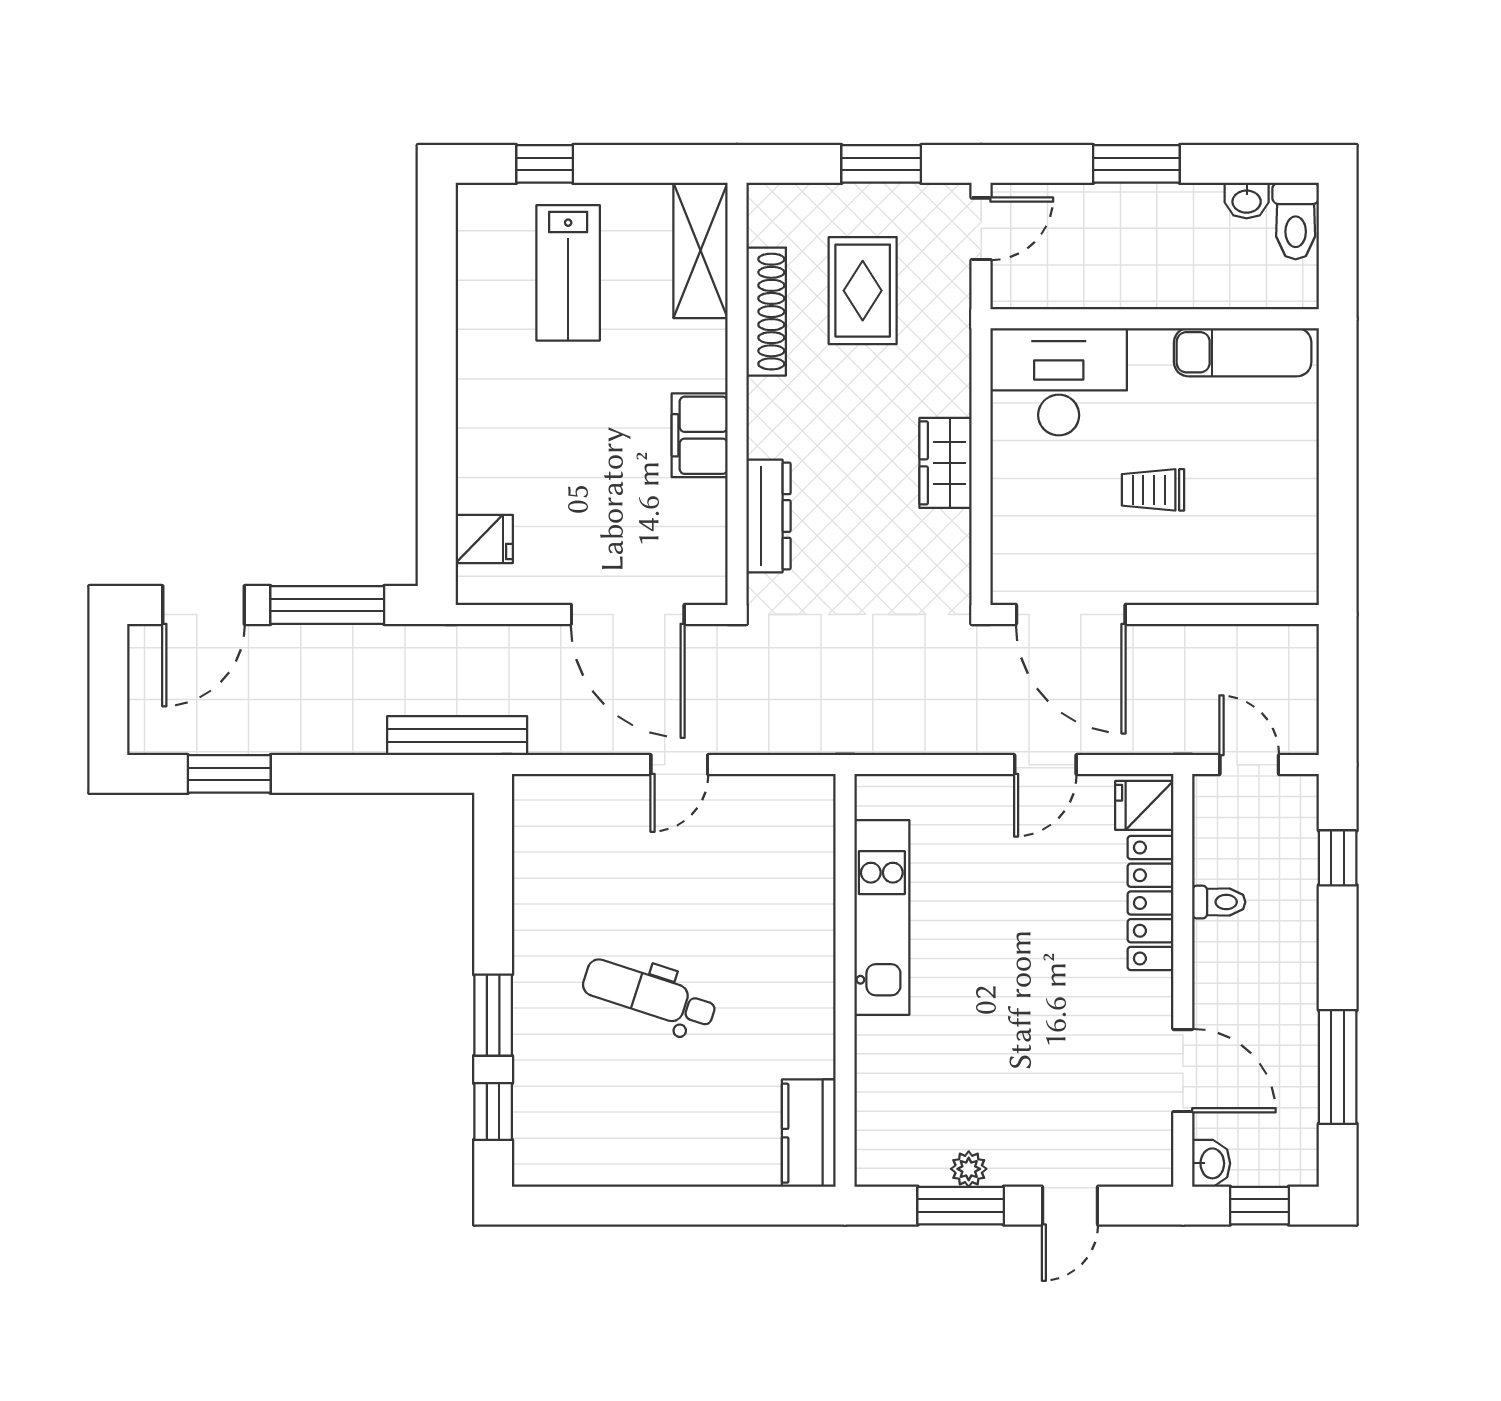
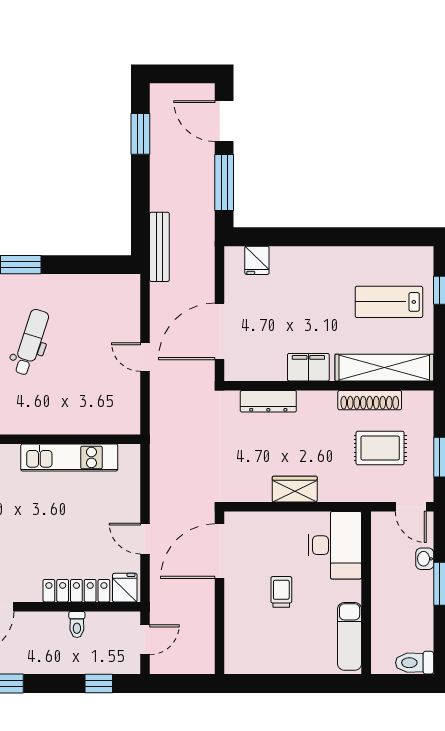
washbasin: (1247, 201) -> (425, 559), moved
shelving: (701, 250) -> (384, 368), width x1.47

